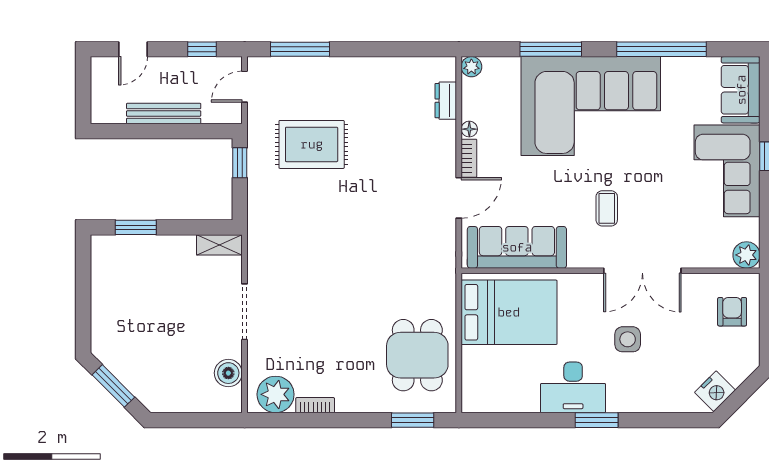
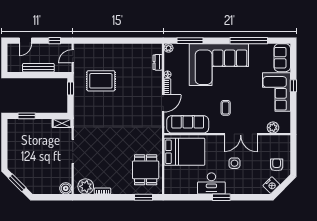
window: (300, 49) -> (96, 41), removed
window: (551, 49) -> (190, 41), moved
plant: (746, 255) -> (273, 128), moved
armchair: (732, 312) -> (277, 165), moved
boiler: (228, 373) -> (66, 188), moved

